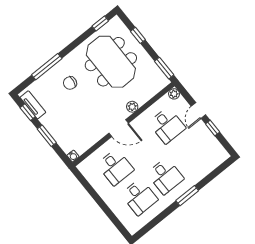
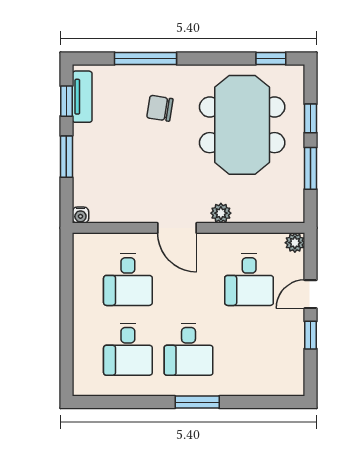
window: (164, 68) -> (311, 168), moved

